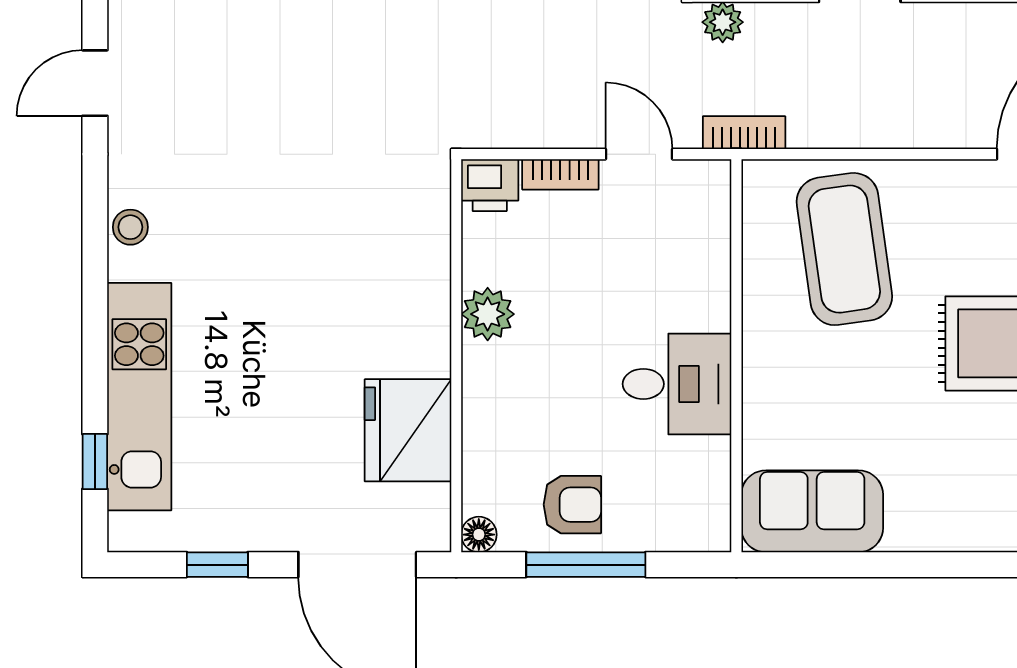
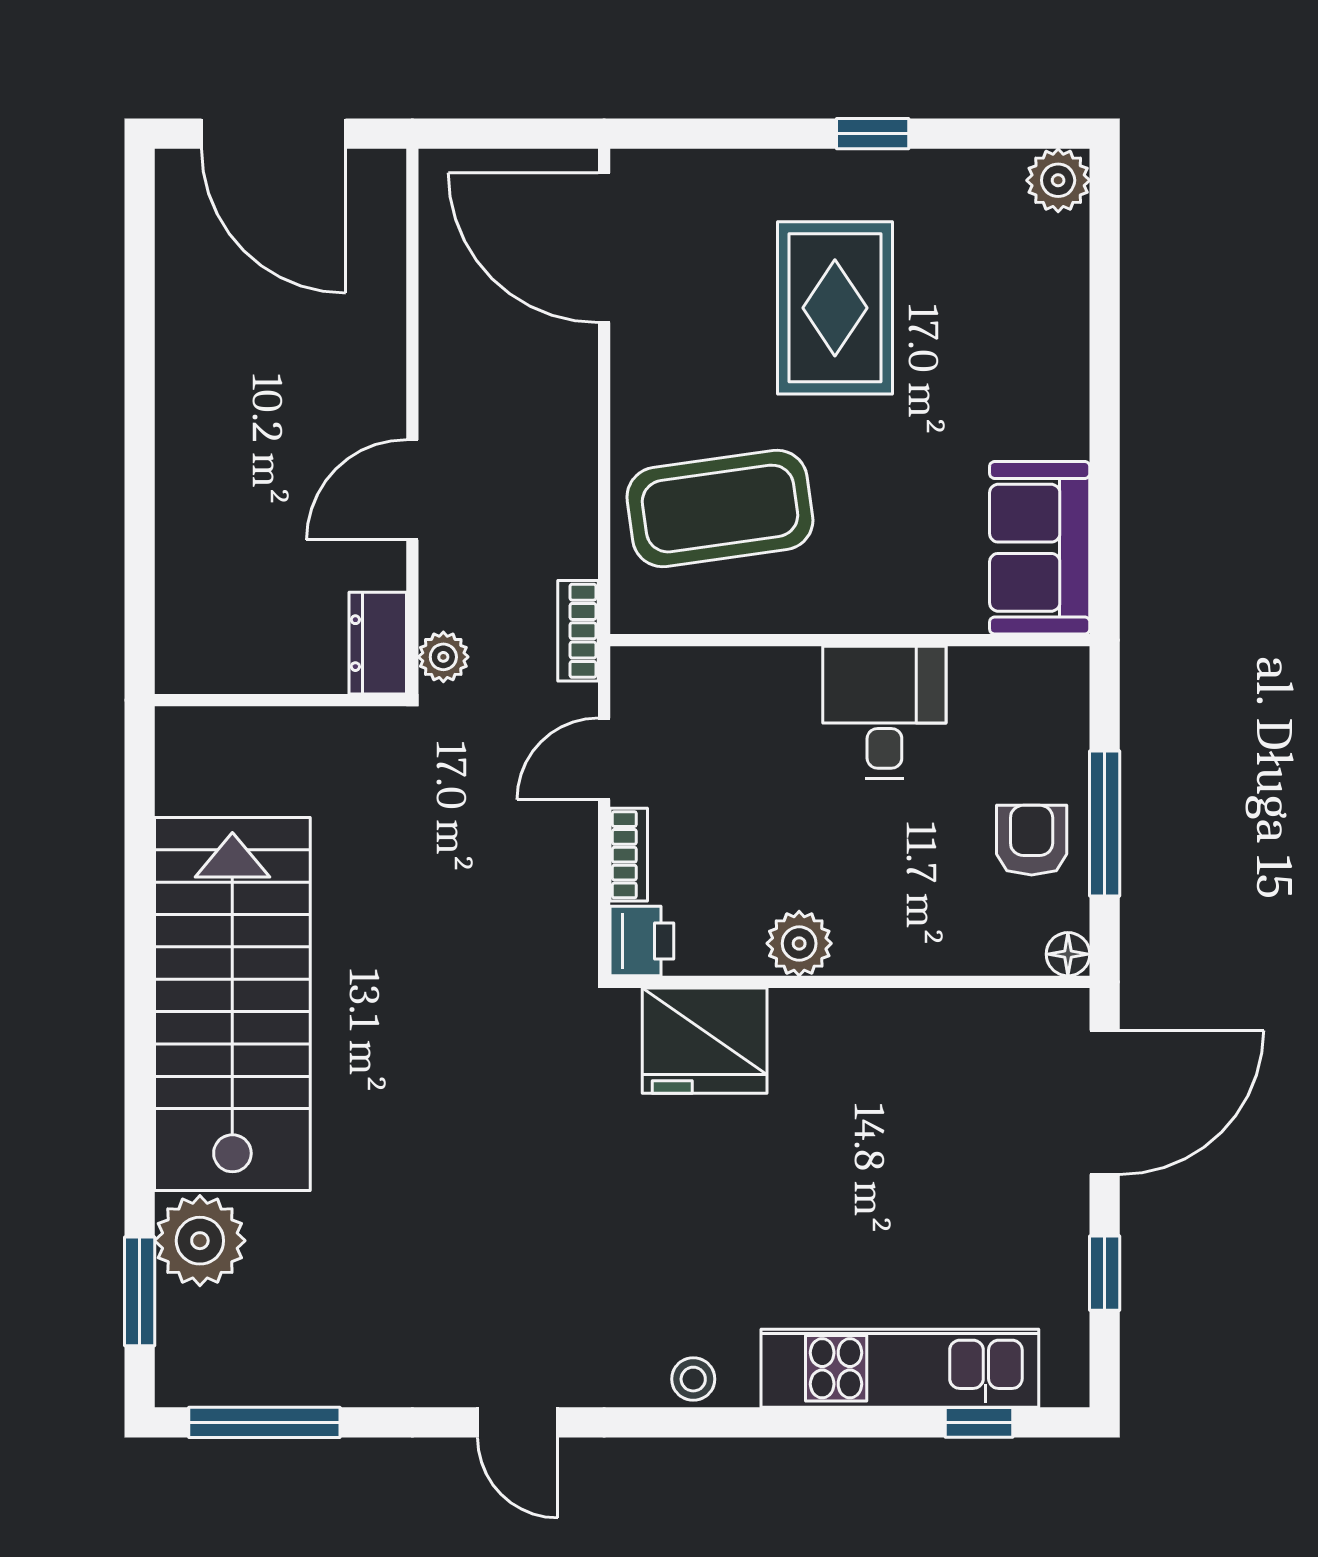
fridge: (408, 430) -> (705, 1041), moved

